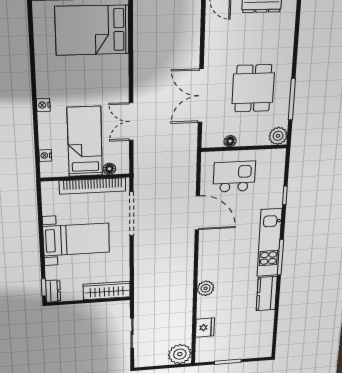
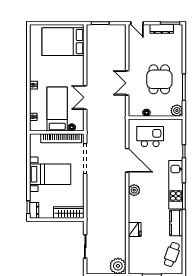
double door: (201, 96) -> (127, 83), width x0.73
plant: (206, 288) -> (134, 190), moved
fridge: (205, 328) -> (135, 229), moved
cafe table: (258, 334) -> (172, 254), added

